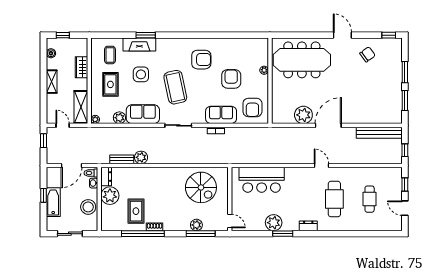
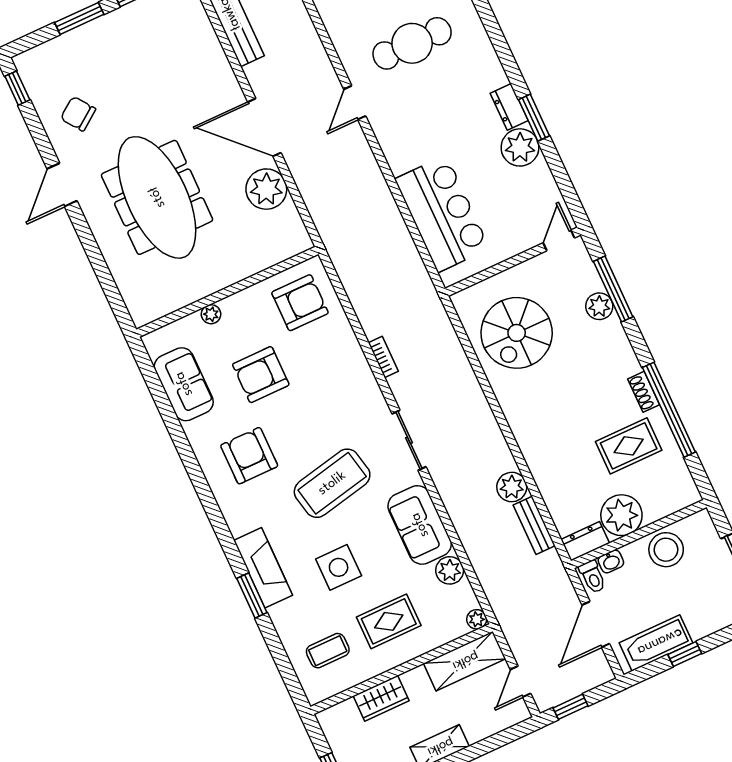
fireplace: (139, 45) -> (263, 568), moved
meeting table: (302, 60) -> (157, 197), moved
sofa: (221, 115) -> (184, 384), moved, turned 180
door: (72, 166) -> (596, 624), swing flipped
spiral stairs: (201, 187) -> (517, 333), turned 180
bathtub: (53, 202) -> (656, 643), moved
dresser: (308, 226) -> (509, 107), moved

